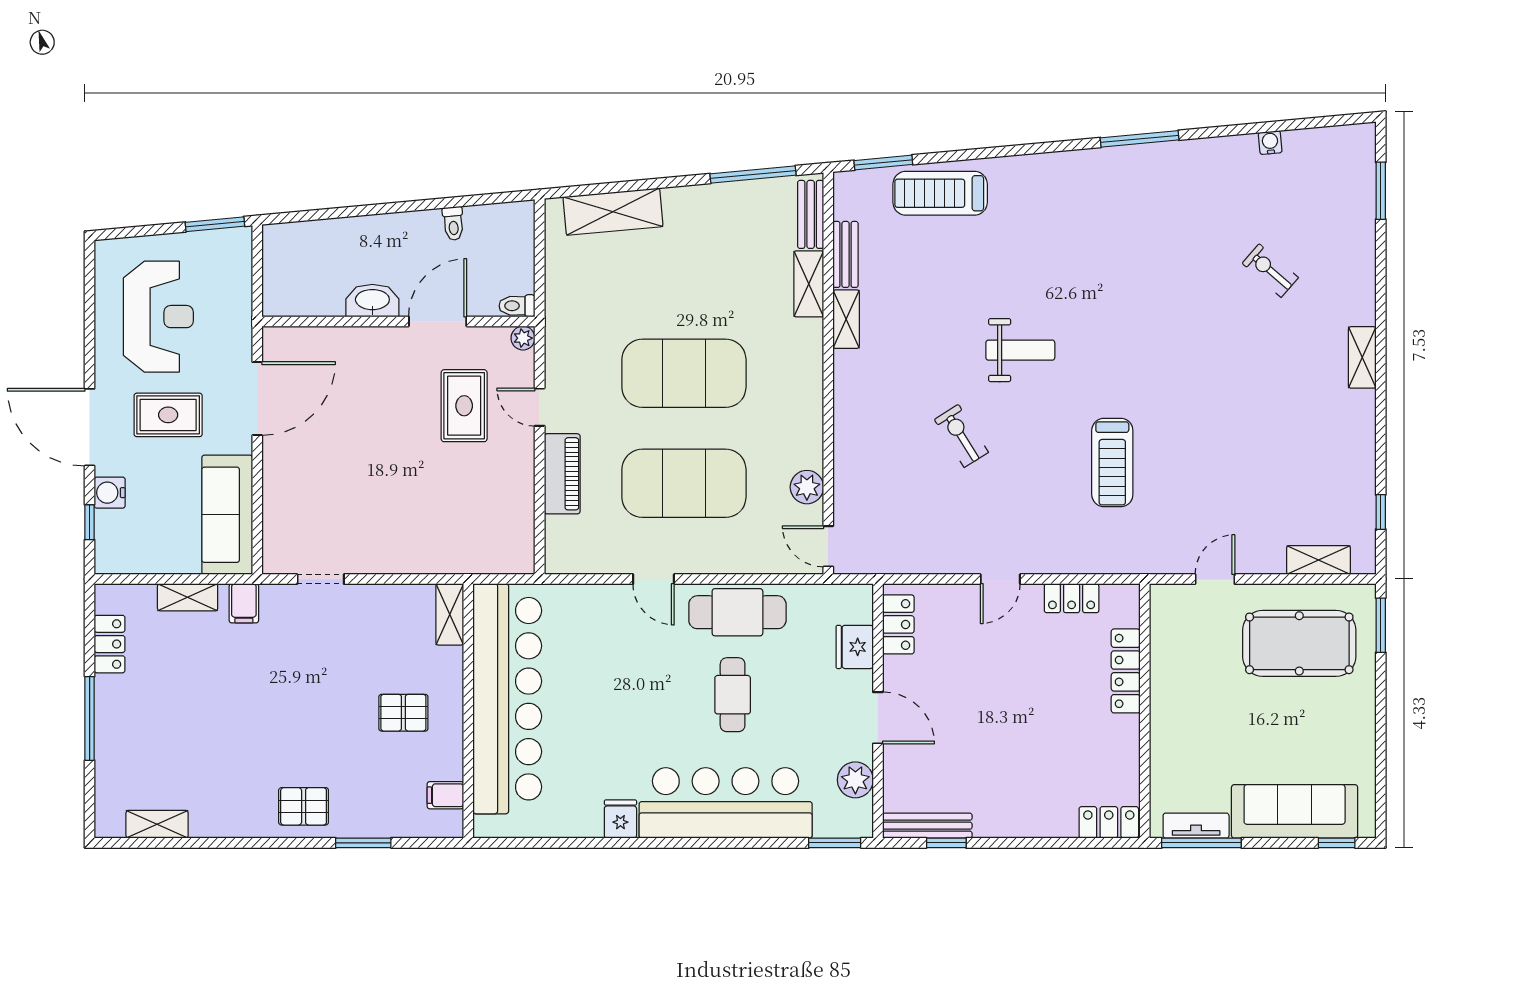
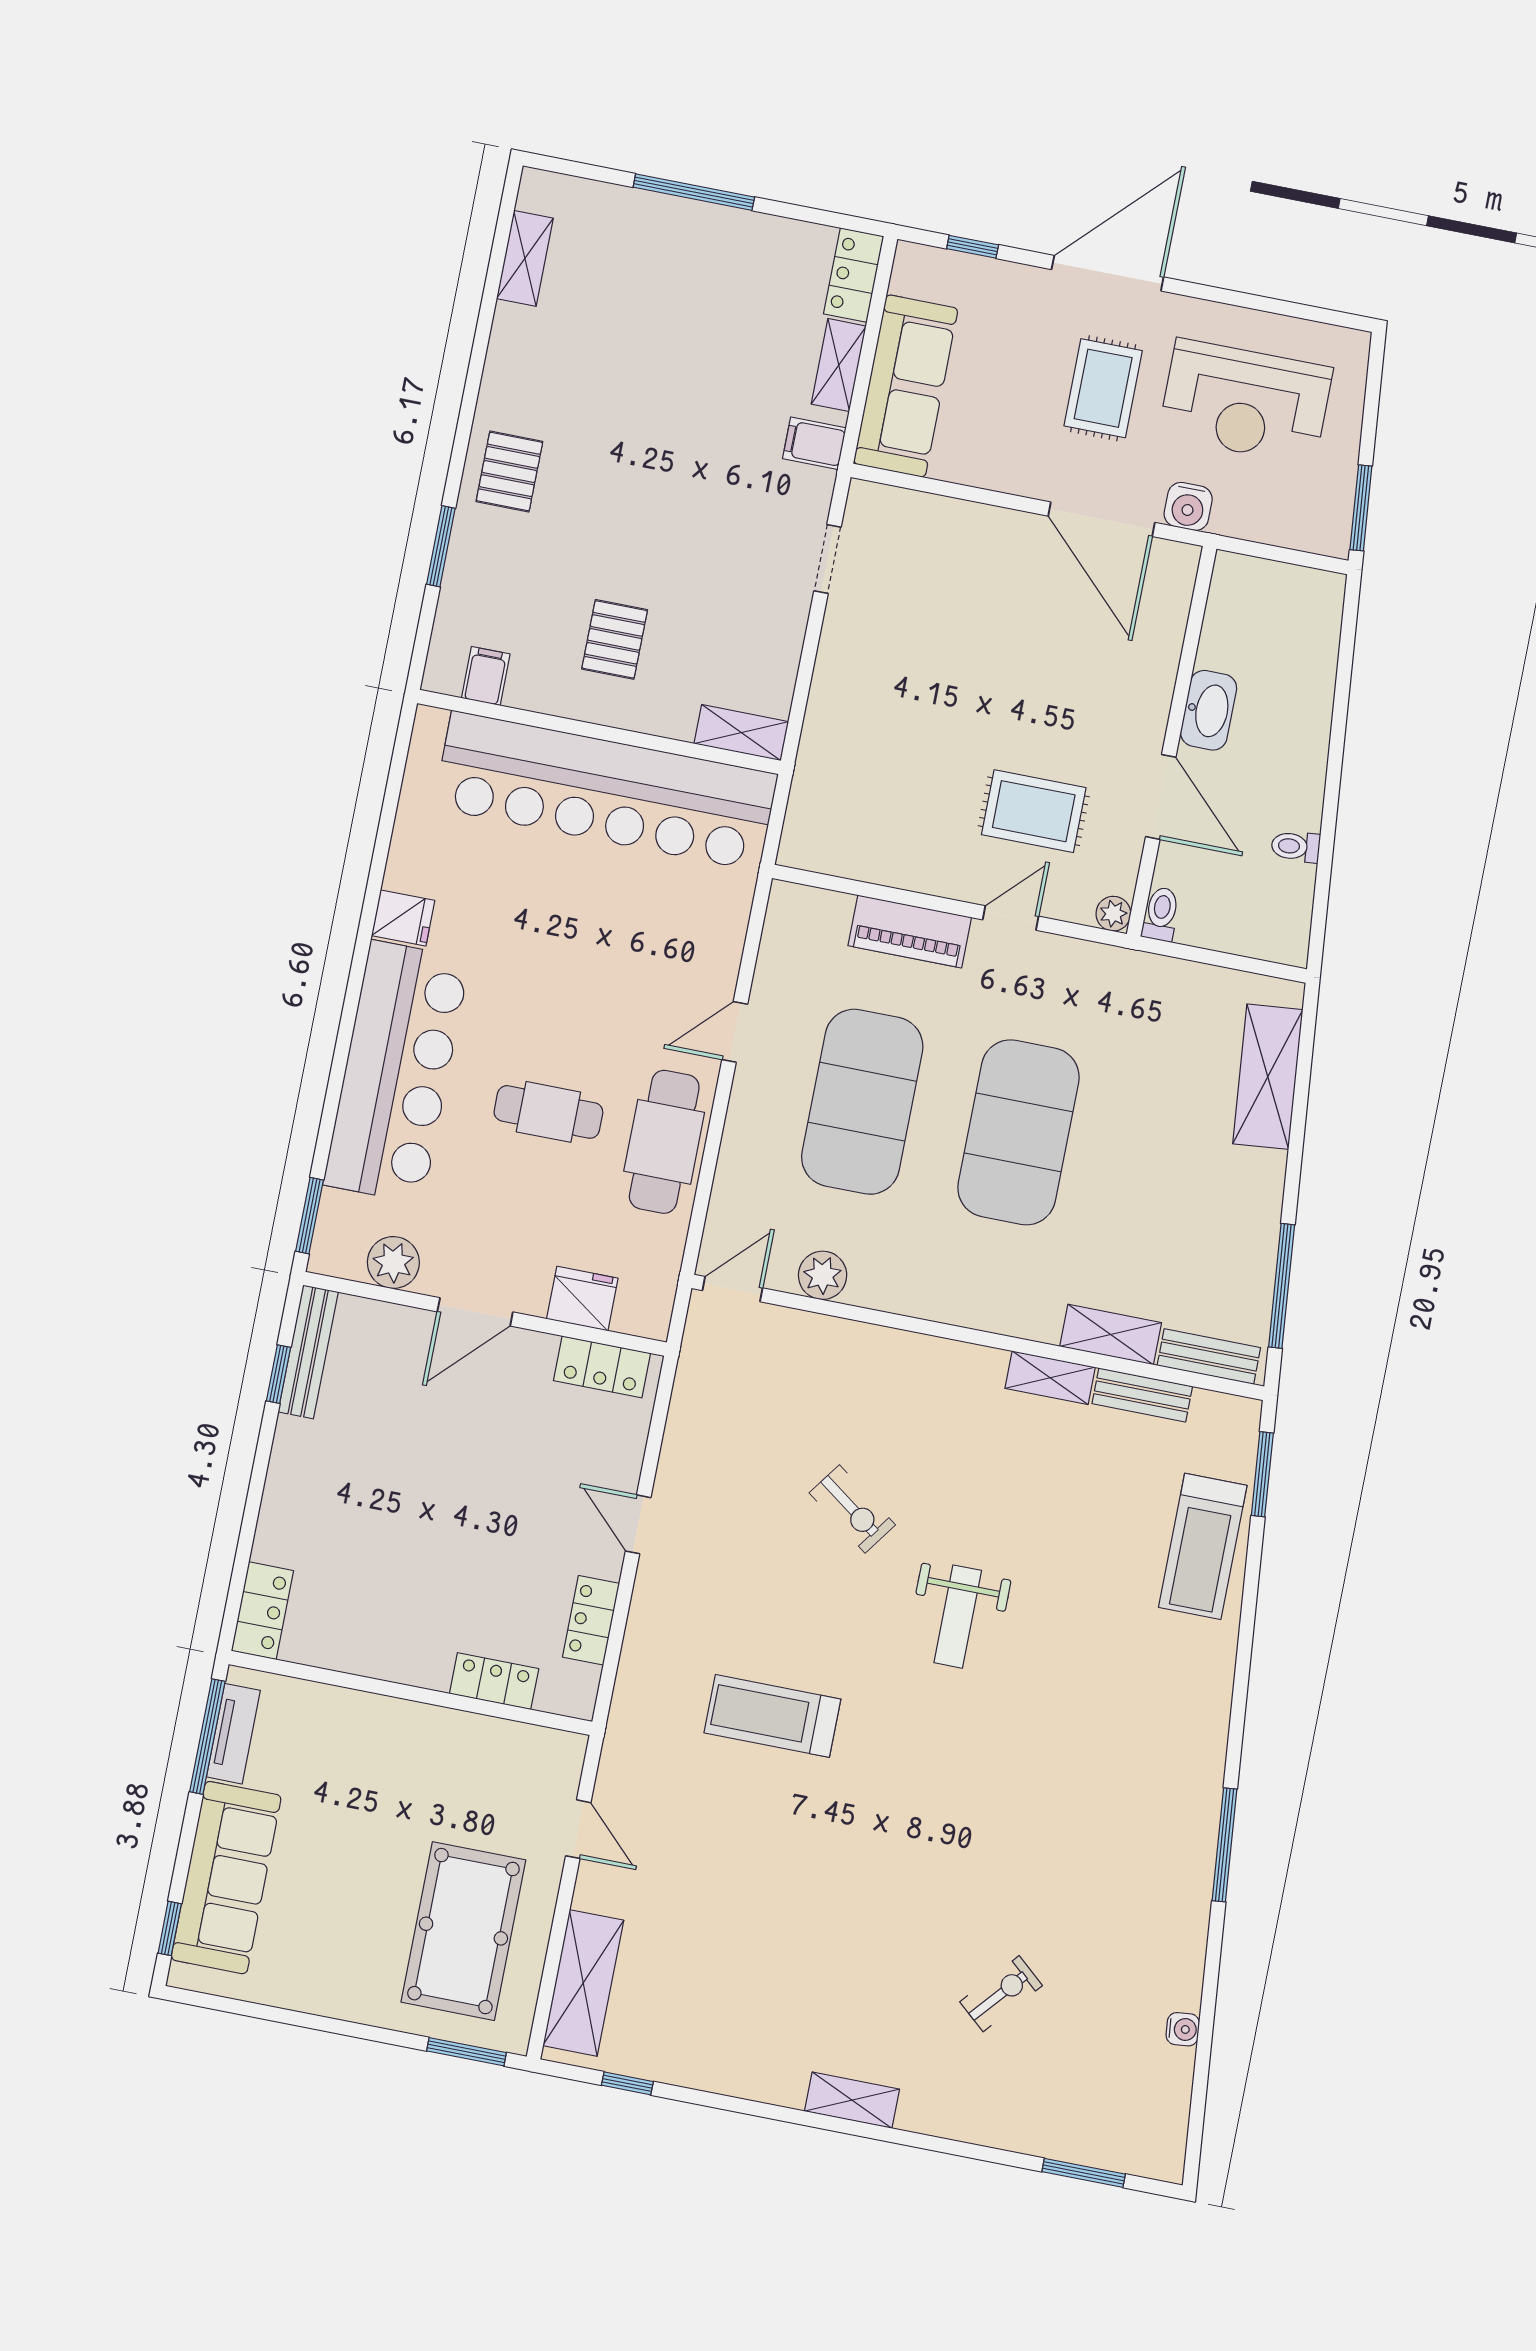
treadmill: (940, 193) -> (1203, 1546), turned 180
exercise bike: (961, 436) -> (852, 1509), turned 68
water cooler: (110, 493) -> (1188, 506), moved, turned 180
sofa: (227, 515) -> (906, 386), moved, turned 90
shelving: (1318, 560) -> (583, 1983), width x1.50, depth x1.33
locker: (110, 644) -> (854, 275), moved, turned 90
locker: (1126, 671) -> (494, 1681), width x0.66

